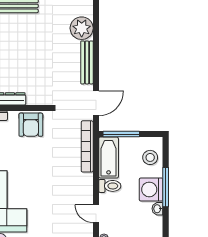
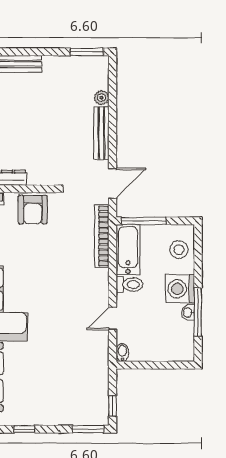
plant: (82, 28) -> (102, 98), width x0.53, depth x0.53
window: (166, 187) -> (198, 312), moved
door: (96, 214) -> (113, 319), hinge flipped

